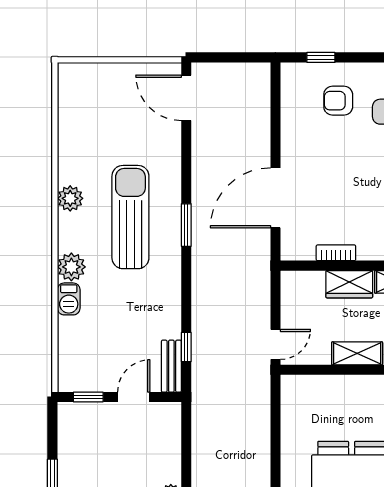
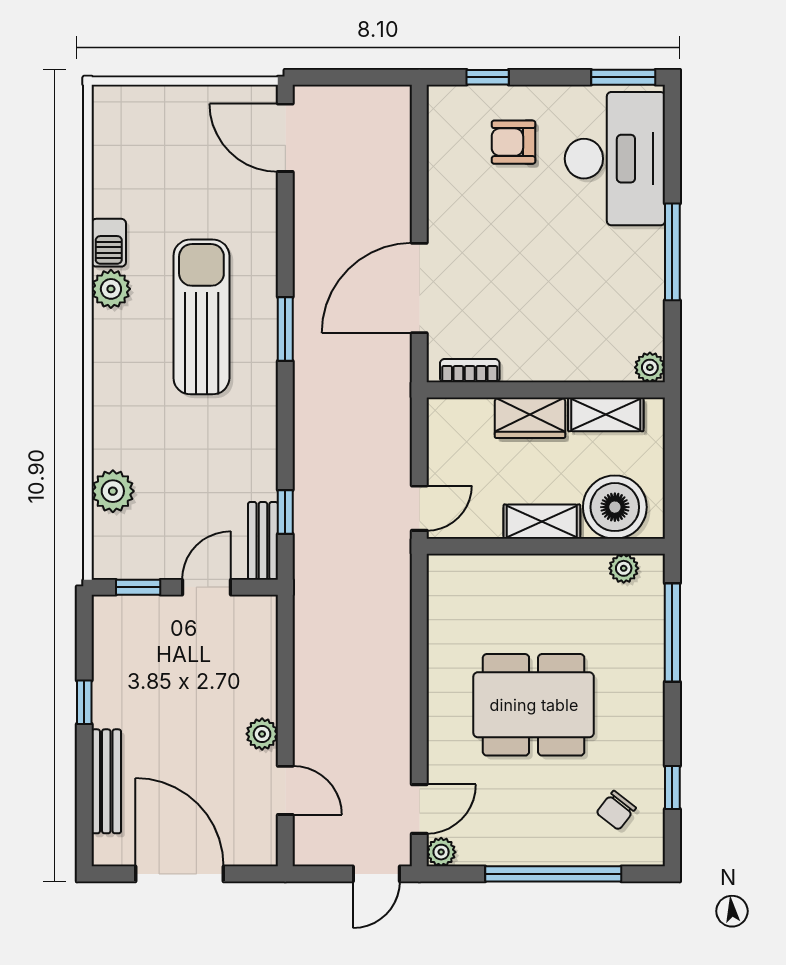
bookcase: (336, 253) -> (470, 371), moved
plant: (71, 267) -> (113, 491), moved
barbecue: (69, 299) -> (109, 243), moved

